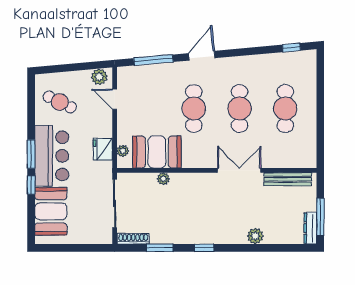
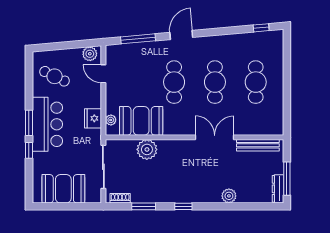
plant: (163, 179) -> (147, 149), width x1.88, depth x1.88
booth: (51, 211) -> (63, 189), moved, turned 90
shoe rack: (133, 239) -> (120, 198), width x0.70

